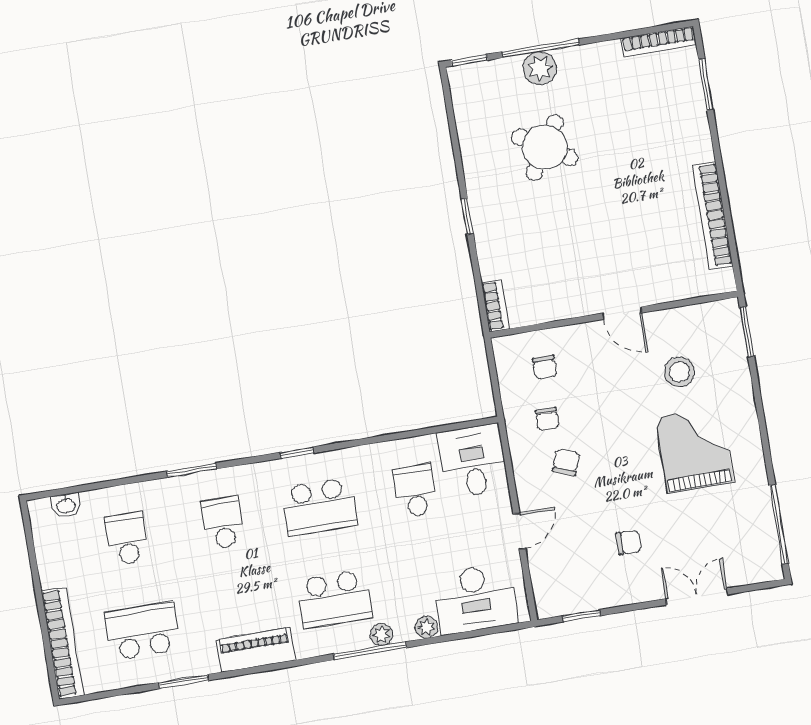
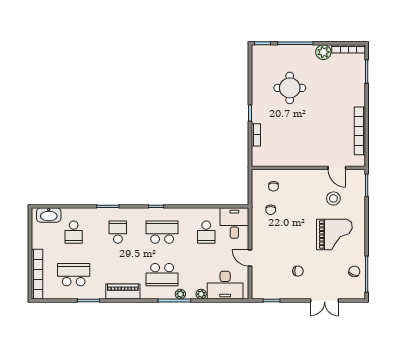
plant: (540, 68) -> (323, 52), moved
round table: (545, 147) -> (290, 88), turned -32
bookcase: (495, 306) -> (256, 135), moved
door: (622, 313) -> (337, 168), moved
grand piano: (694, 450) -> (334, 234), turned 90
chair: (566, 462) -> (354, 271), moved
school desk: (415, 491) -> (206, 232), turned 180
washbasin: (66, 505) -> (49, 215), width x1.91, depth x1.45
school desk: (319, 507) -> (162, 232), turned 180
door: (519, 531) -> (250, 258), swing flipped
school desk: (127, 538) -> (74, 232), turned 180
double door: (697, 597) -> (325, 300), swing flipped

